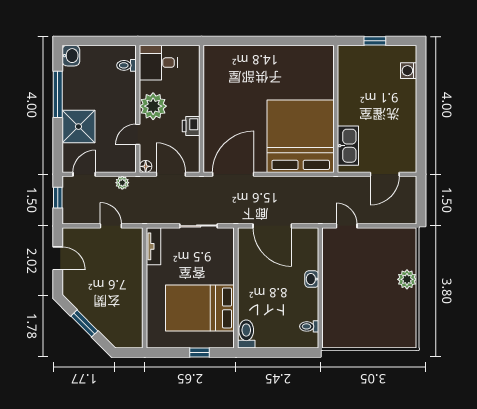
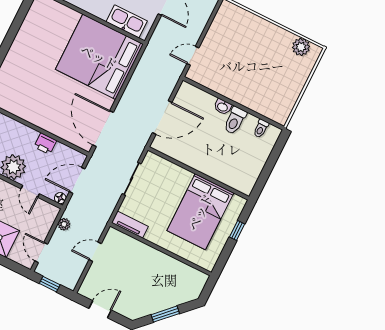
plant: (407, 279) -> (301, 47), moved
toilet: (246, 334) -> (235, 120), moved, turned -90

